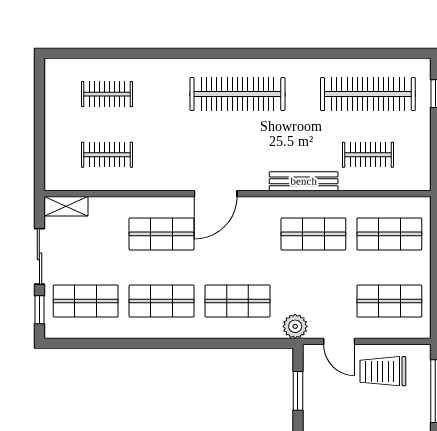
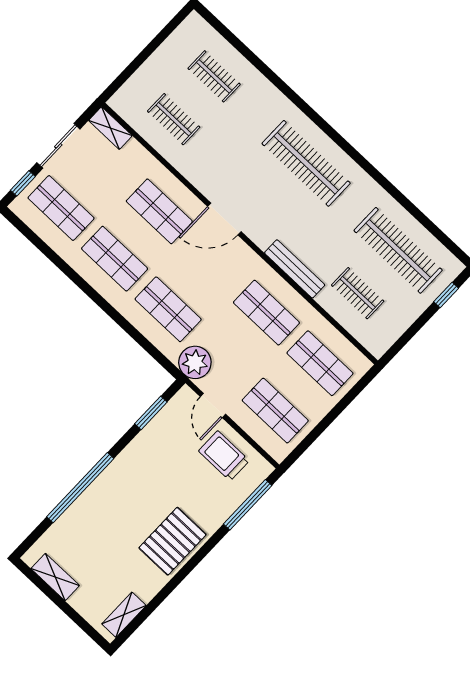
plant: (295, 326) -> (195, 362), width x1.36, depth x1.36

